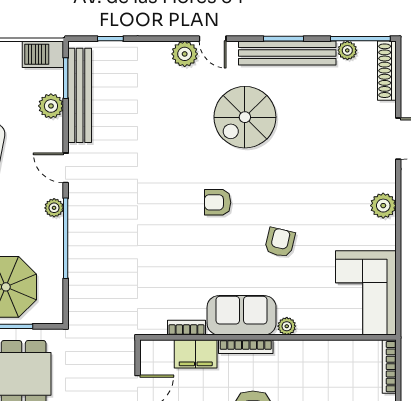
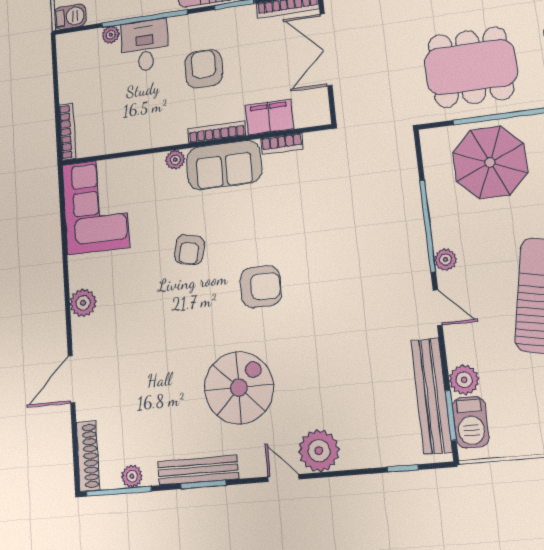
bench: (287, 53) -> (198, 470), width x0.73, depth x0.82
barbecue: (43, 54) -> (471, 422), moved, turned 90
plant: (185, 54) -> (319, 451), width x1.36, depth x1.36
armchair: (218, 202) -> (261, 287), width x1.38, depth x1.38

